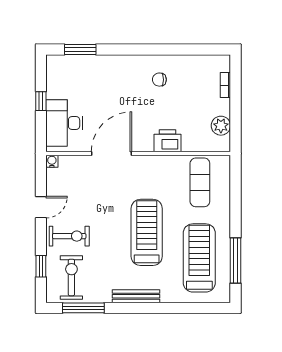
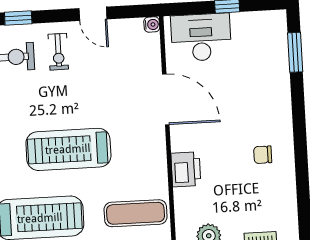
chair: (159, 80) -> (263, 155), turned -90
treadmill: (147, 232) -> (68, 149), turned 180
exercise bike: (69, 236) -> (58, 52), width x0.73, depth x0.72

